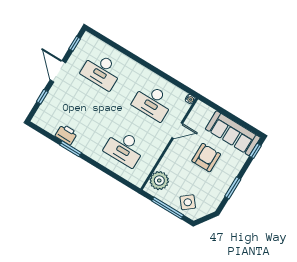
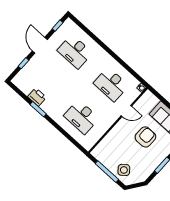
plant: (159, 181) -> (104, 148), removed

